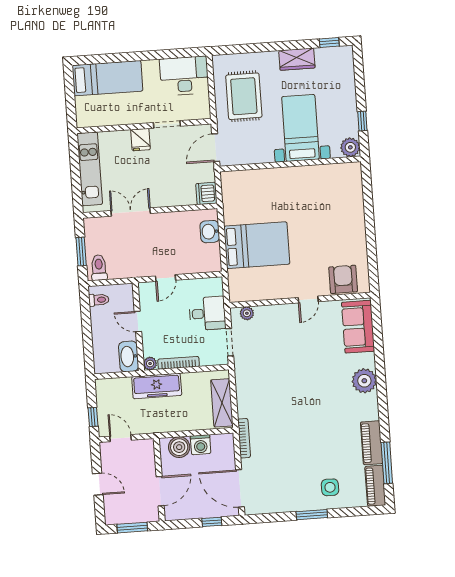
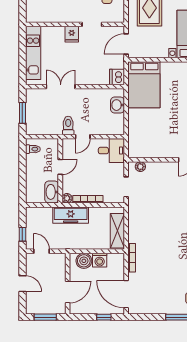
bed: (257, 245) -> (144, 85), moved, turned 90
toilet: (99, 268) -> (68, 126), moved
desk: (207, 313) -> (111, 151), moved
door: (138, 322) -> (60, 167), swing flipped

